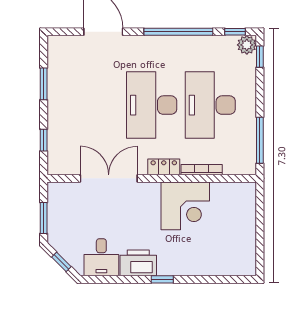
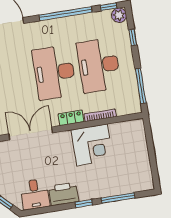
window: (260, 57) -> (133, 37), moved
window: (207, 279) -> (118, 198), added

